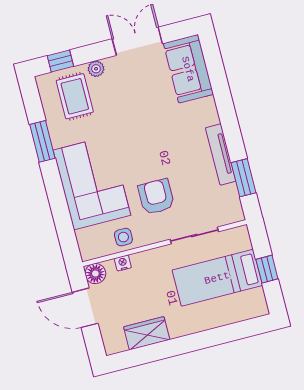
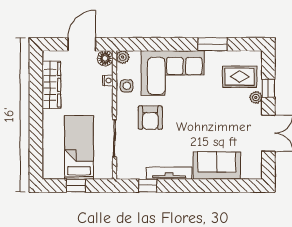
window: (60, 61) -> (268, 88), moved
sofa: (188, 69) -> (217, 166), moved
window: (244, 178) -> (148, 186), width x0.67
armchair: (156, 197) -> (150, 118), turned 90
plant: (88, 252) -> (123, 57), added
wardrobe: (147, 333) -> (51, 85), width x1.50

